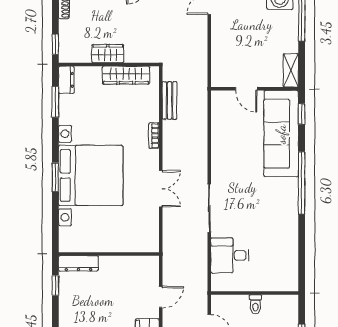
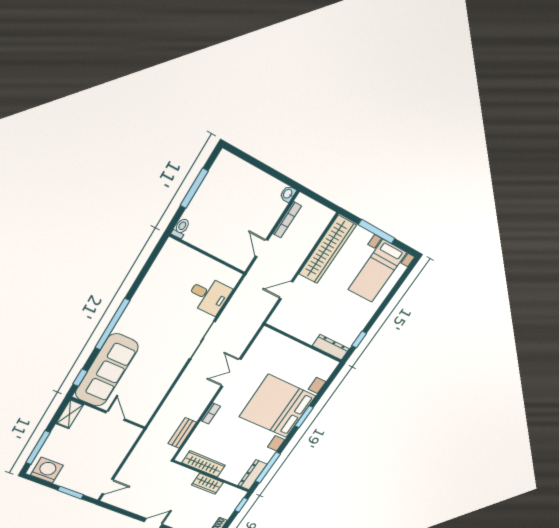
dresser: (66, 80) -> (253, 475), width x1.44
window: (55, 102) -> (268, 468), width x1.44
toilet: (255, 304) -> (181, 228), moved

